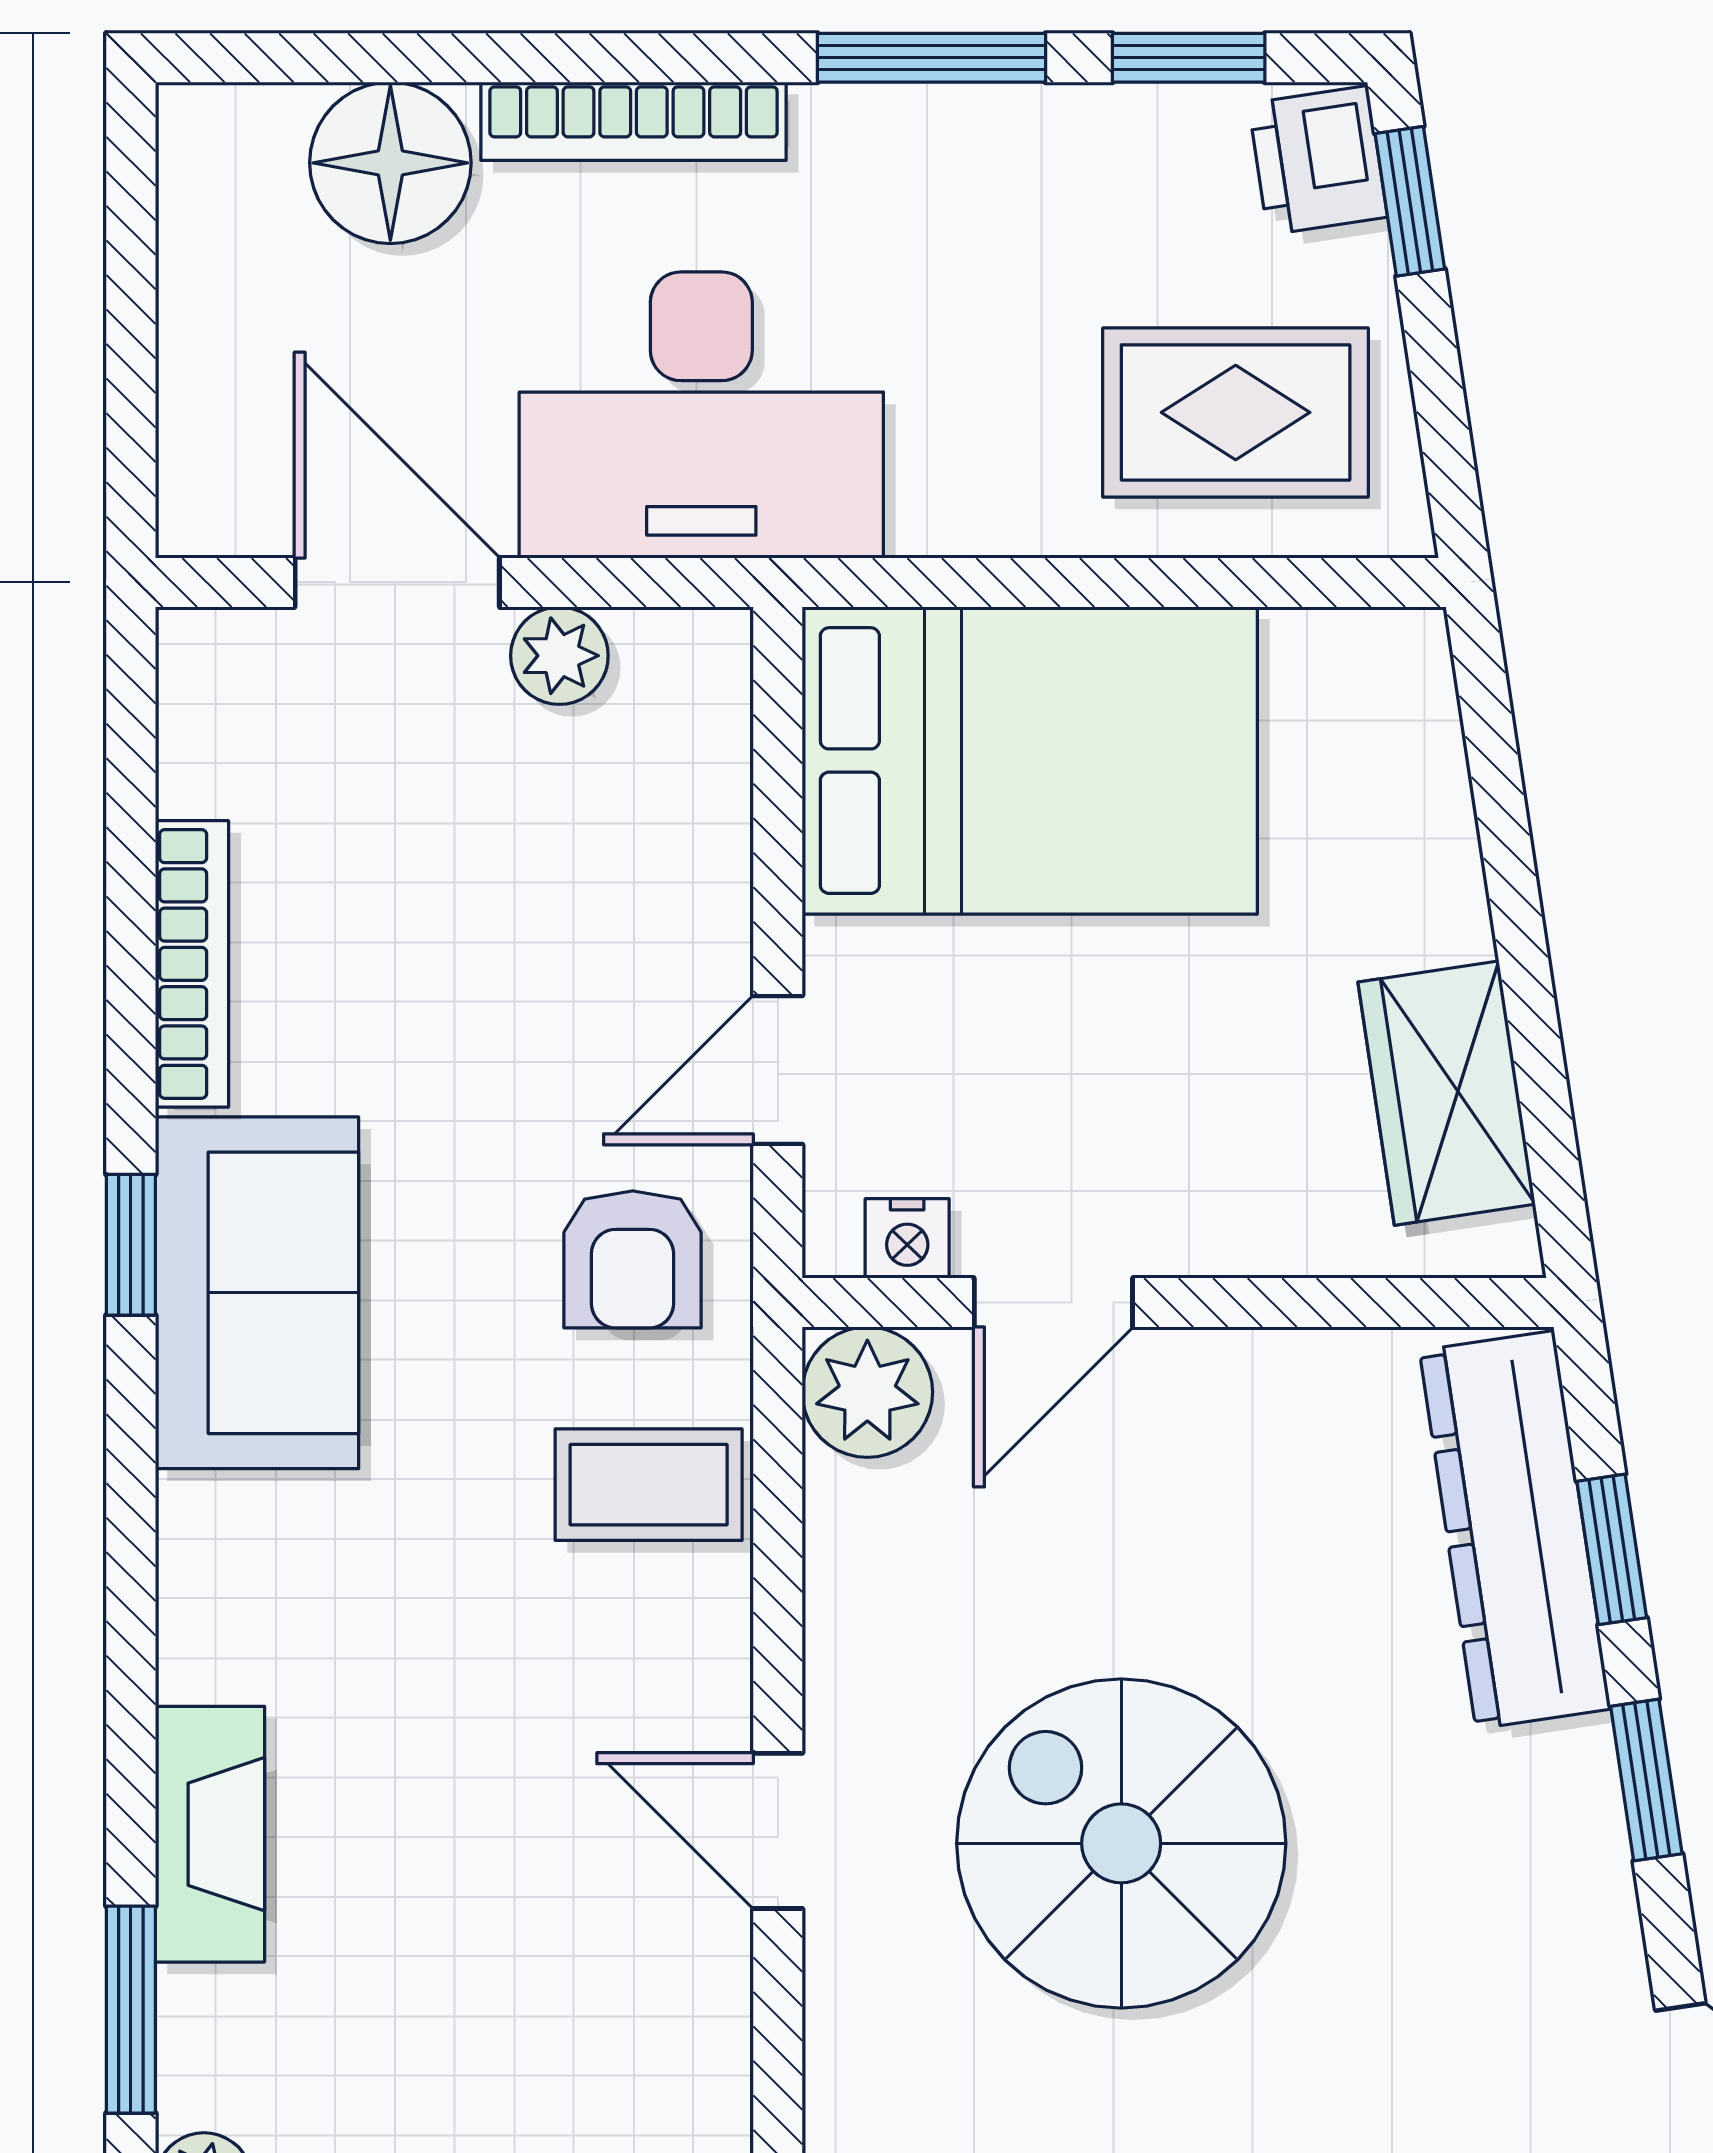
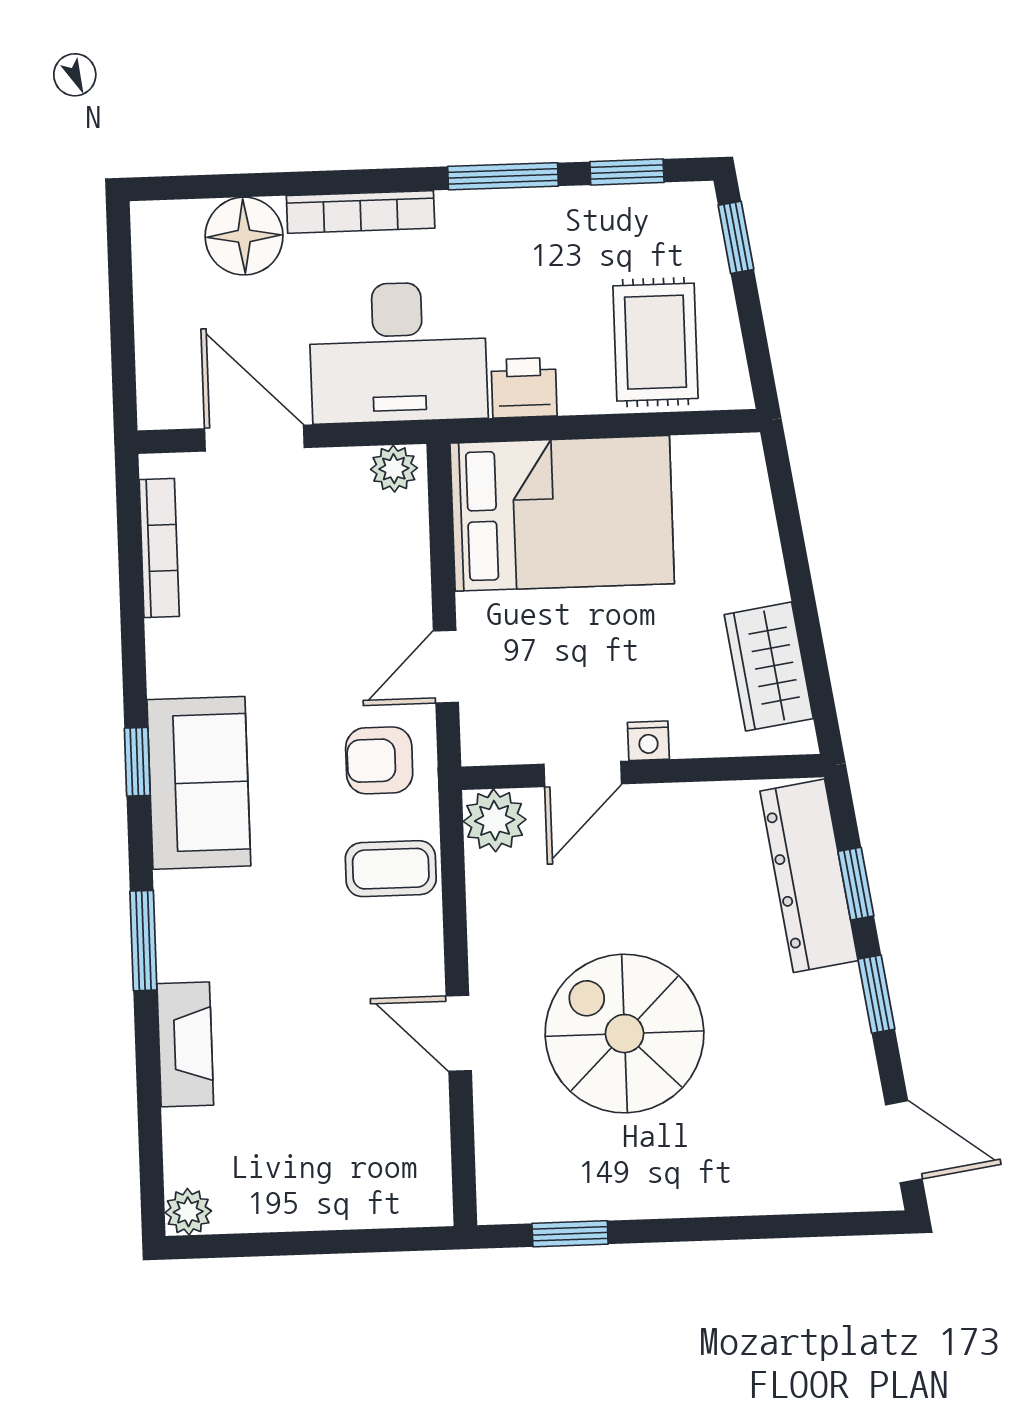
printer: (1318, 160) -> (524, 388), moved, turned 99
rug: (1236, 412) -> (656, 342), turned 90
plant: (559, 656) -> (394, 469), moved
bookcase: (192, 964) -> (159, 548), moved
nightstand: (907, 1238) -> (648, 741), moved
armchair: (633, 1259) -> (379, 760), turned 90
window: (131, 2010) -> (143, 941), moved

